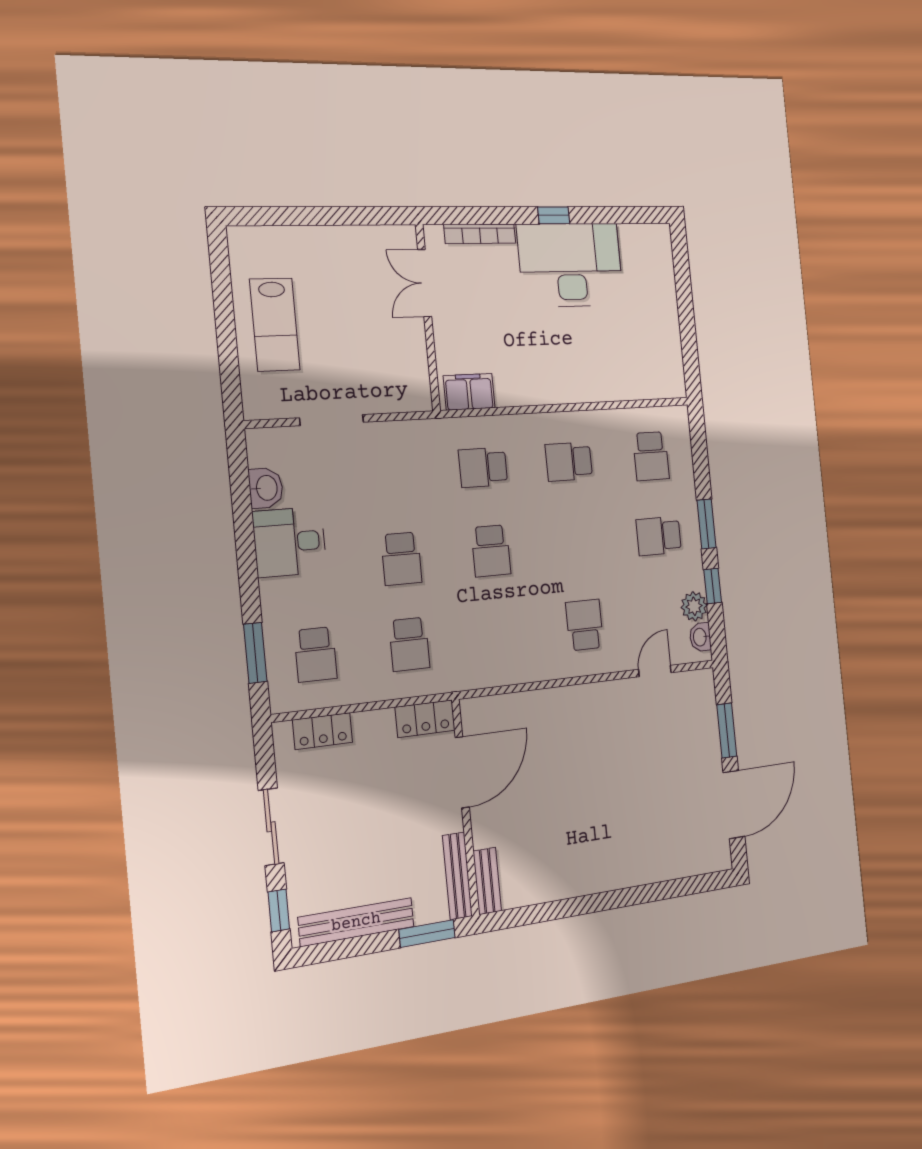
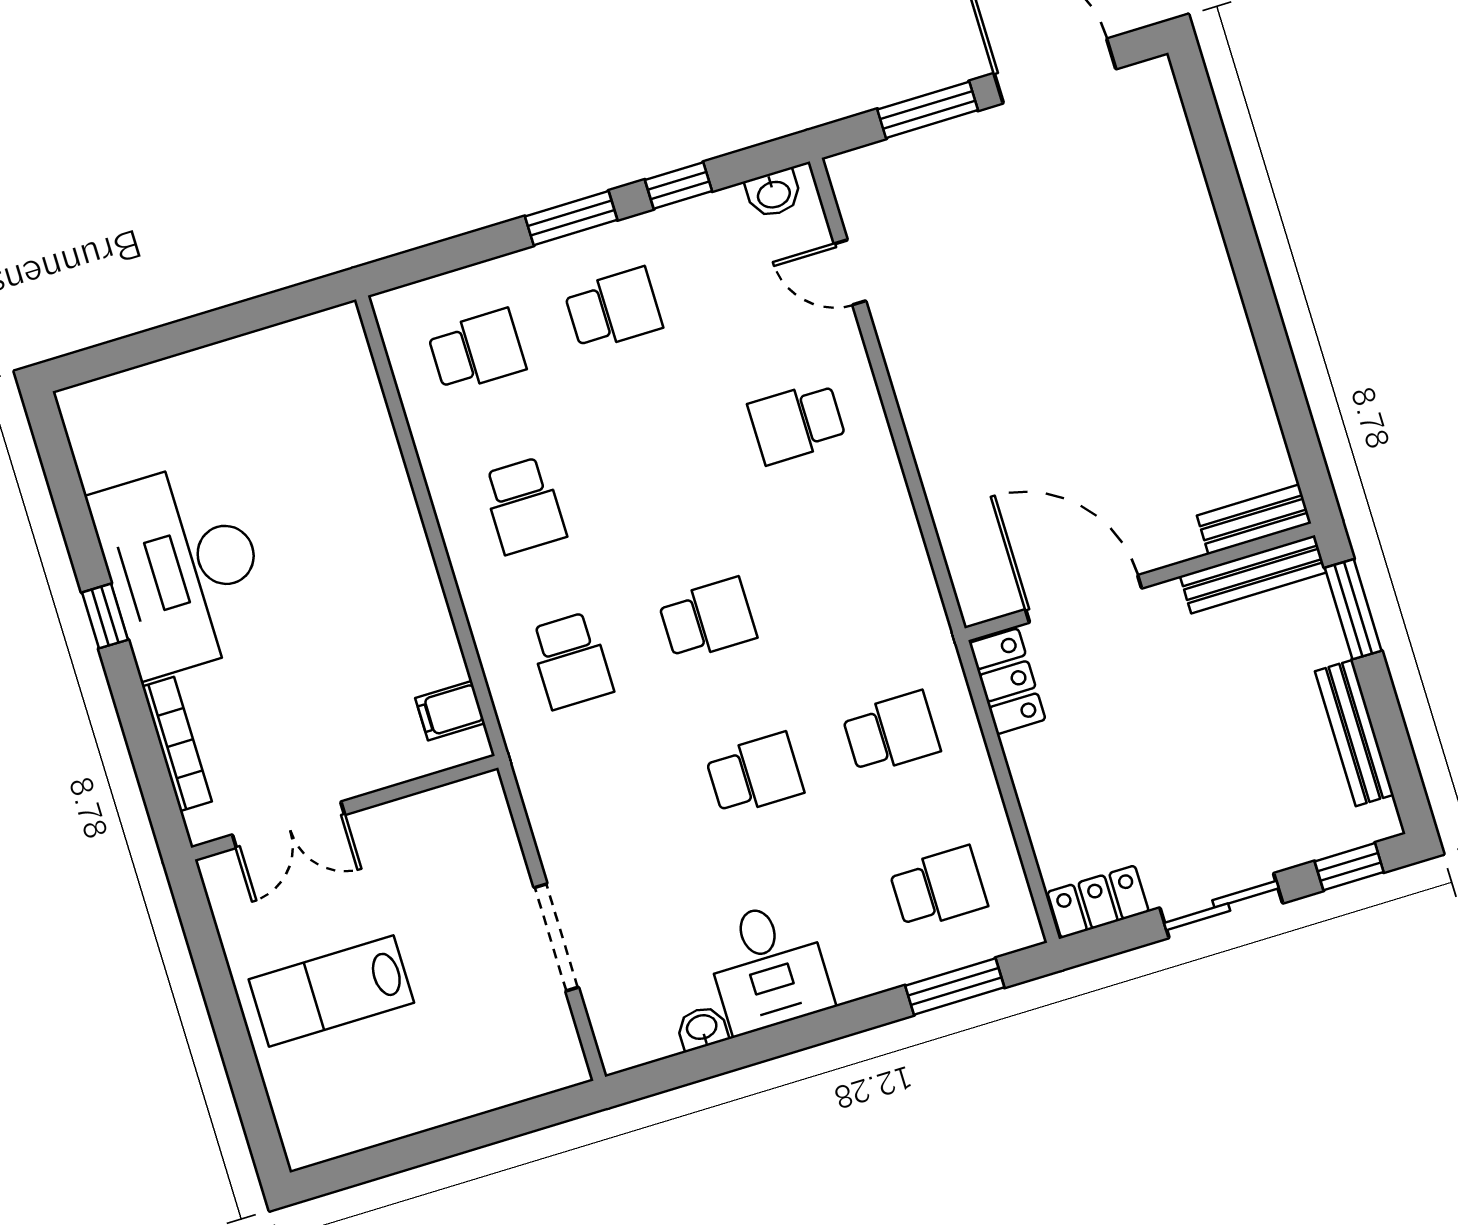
lab bench: (275, 325) -> (331, 991), moved, turned 180
filing cabinet: (469, 392) -> (450, 711), width x0.50
washbasin: (266, 488) -> (702, 1028), width x0.72, depth x0.69
school desk: (659, 536) -> (613, 309), turned -90
plant: (694, 606) -> (722, 216), removed
locker: (323, 731) -> (1098, 902), moved, turned -90
bench: (356, 922) -> (1354, 733), width x0.73, depth x0.82

